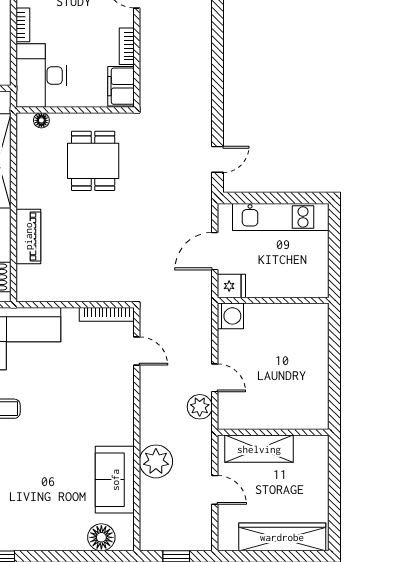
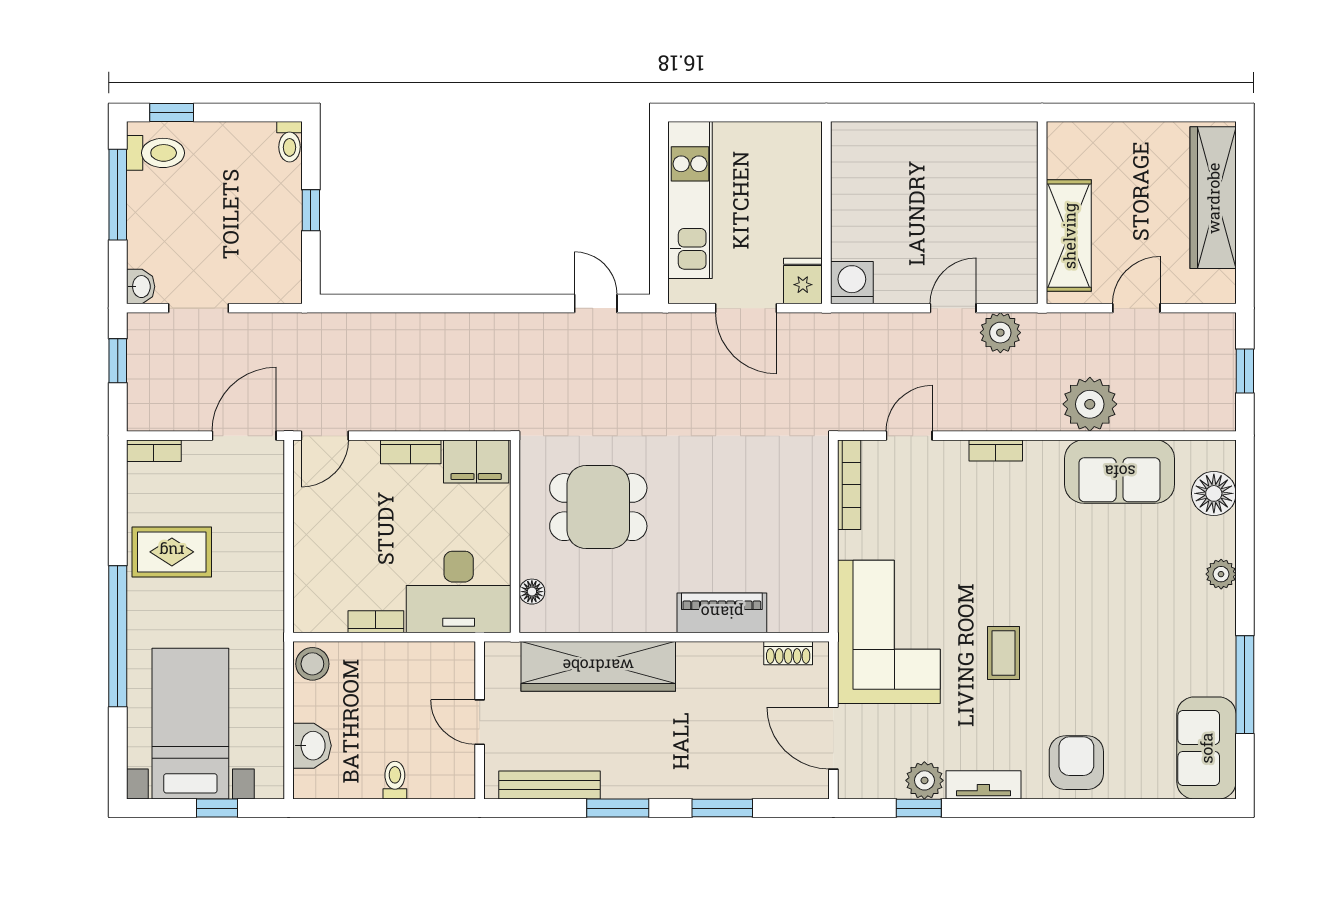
bookcase: (128, 404) -> (996, 450), added
plant: (52, 542) -> (1221, 574), added

